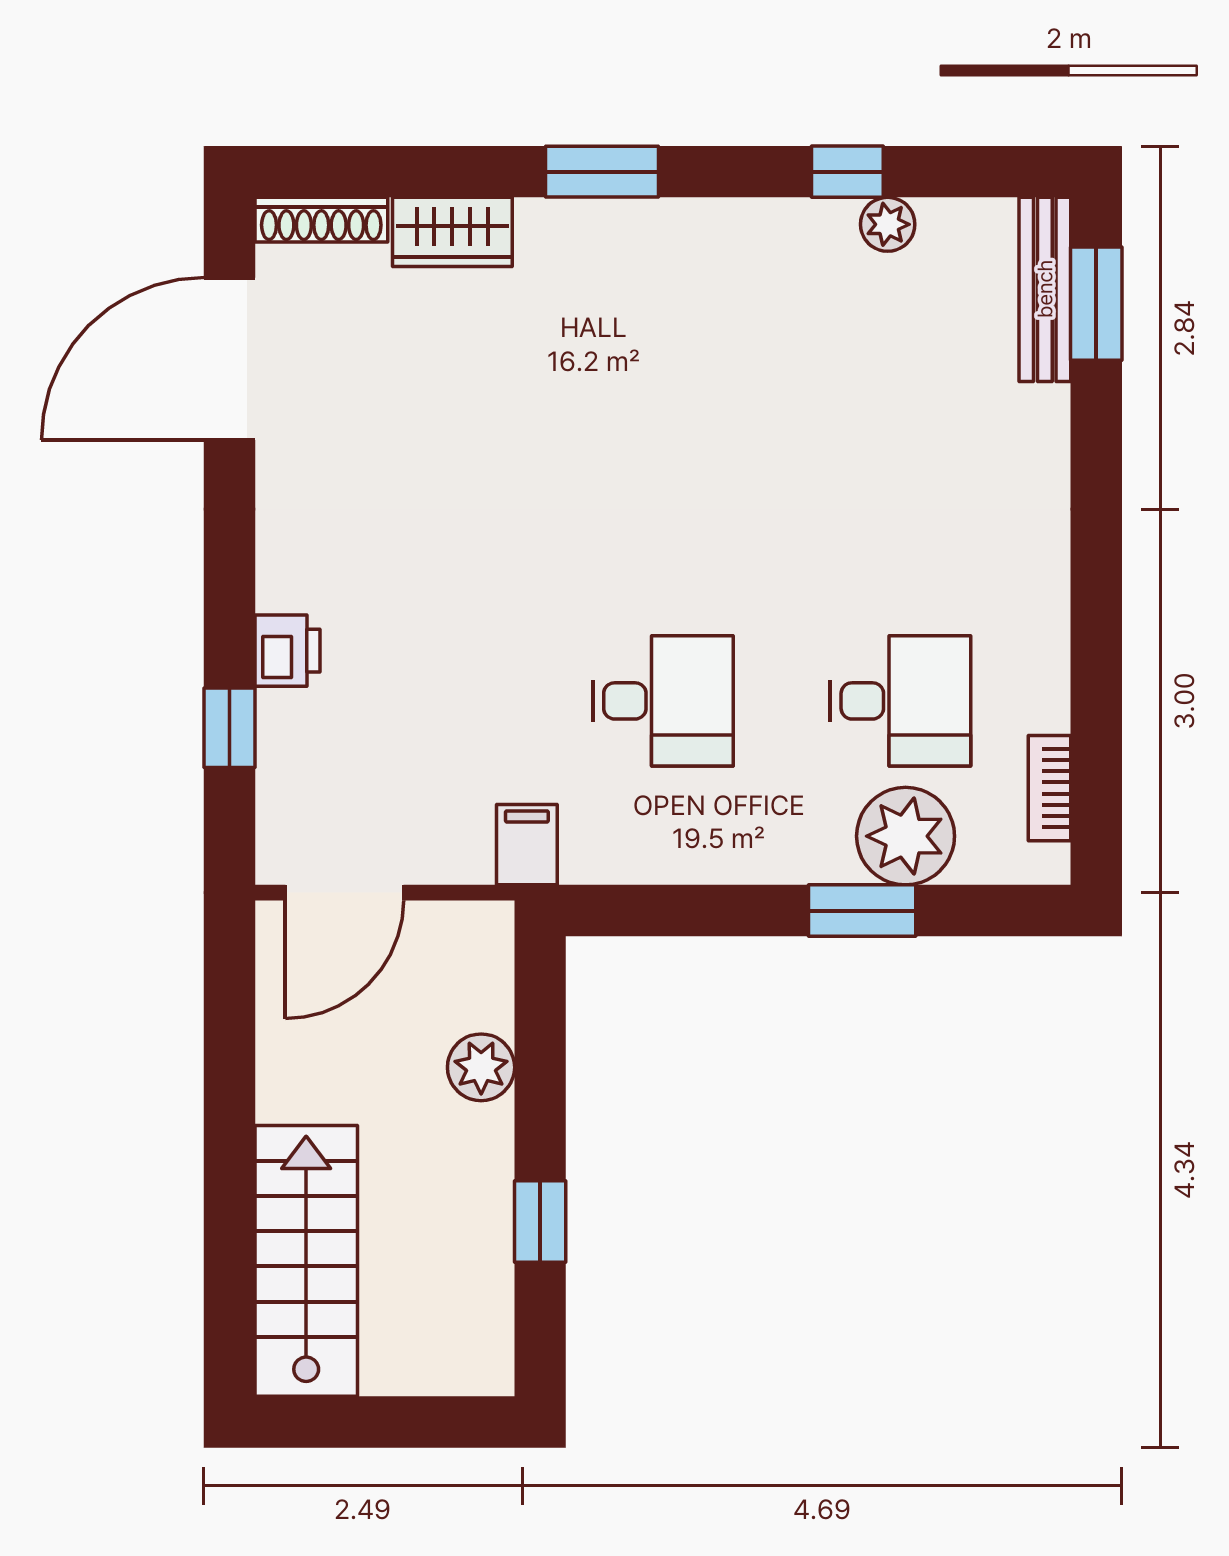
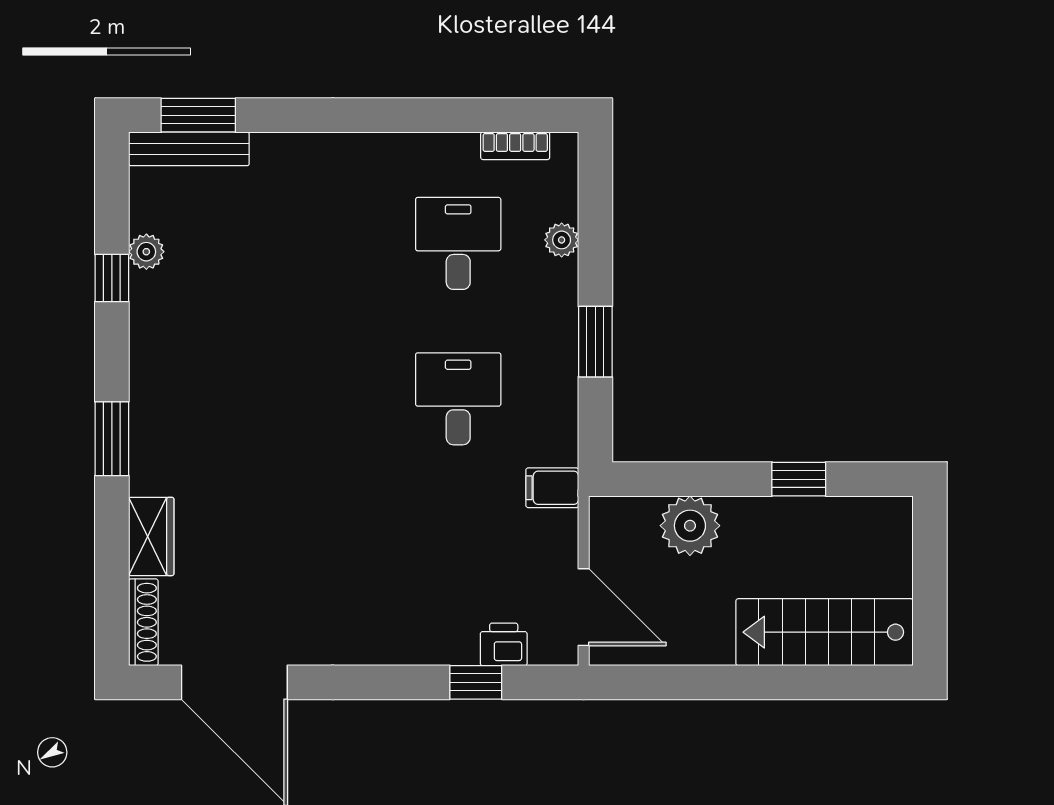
printer: (288, 651) -> (504, 644), moved
plant: (906, 836) -> (562, 240), width x0.53, depth x0.53
window: (862, 911) -> (595, 342), moved
plant: (481, 1067) -> (690, 526), width x1.36, depth x1.36

